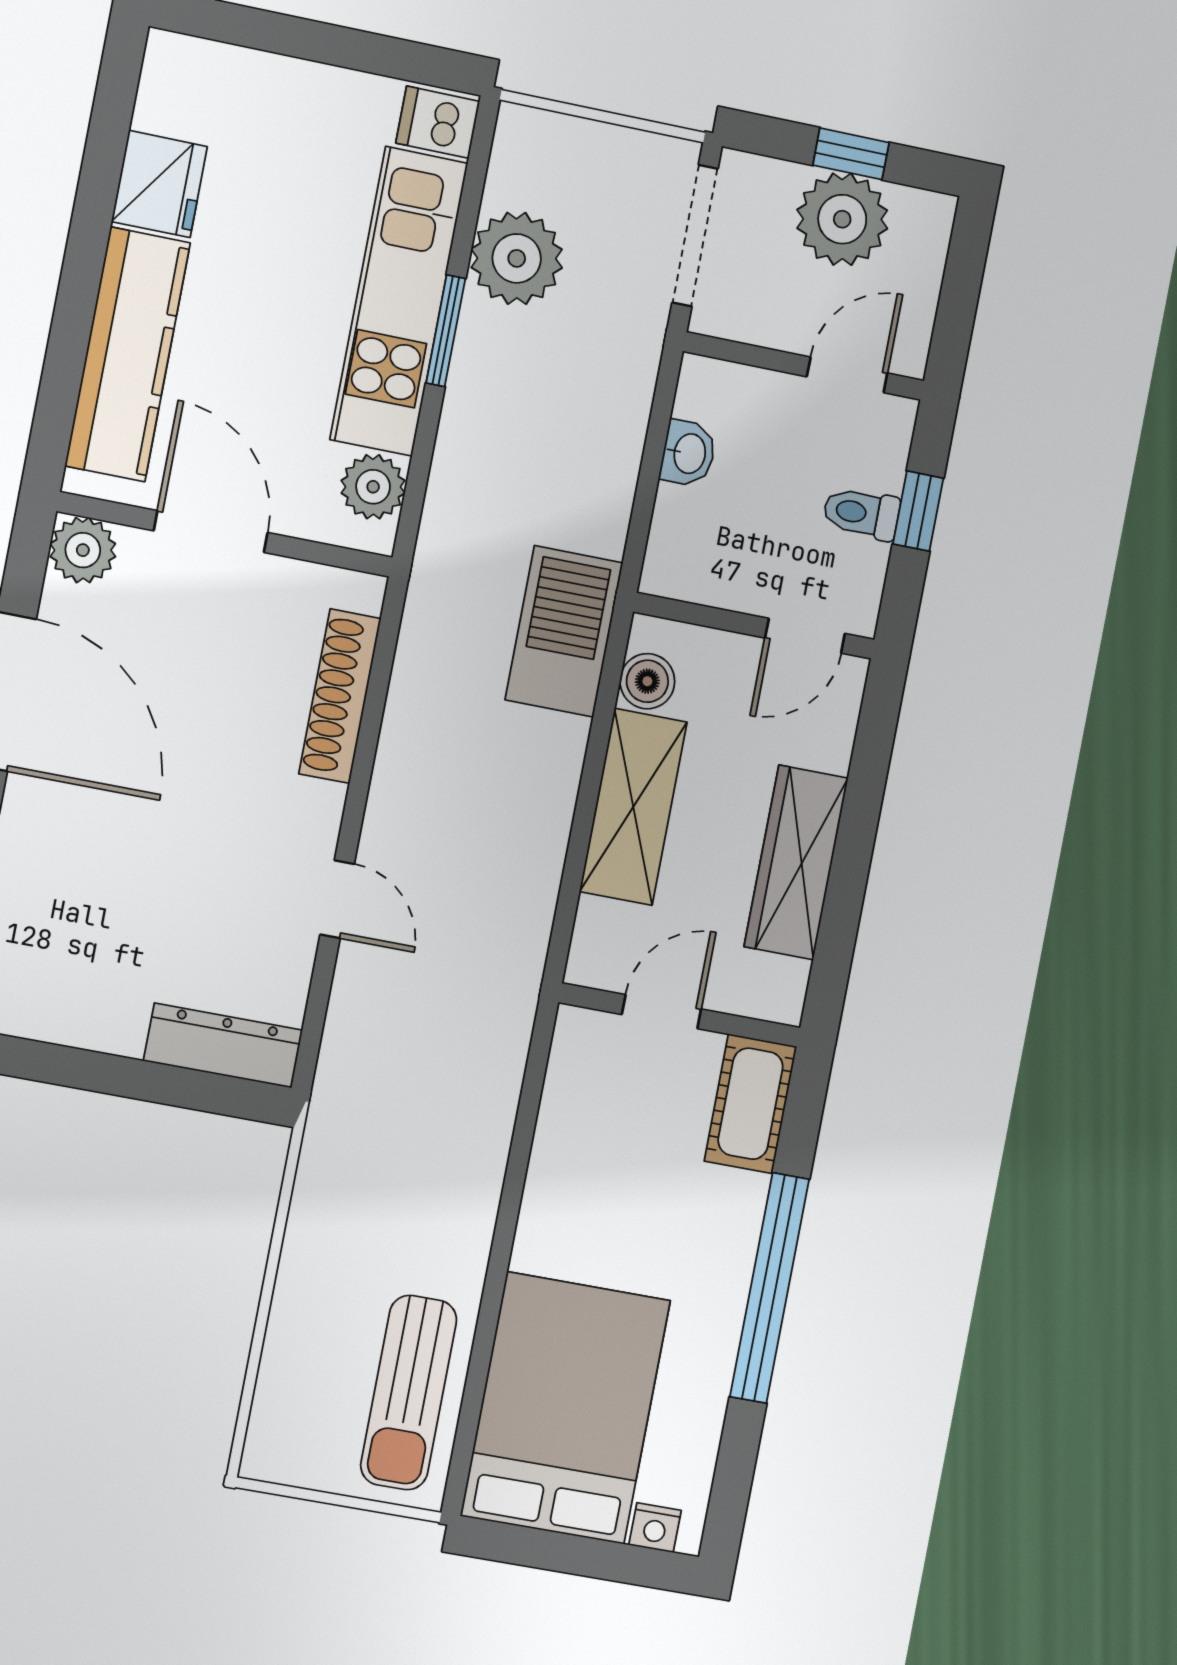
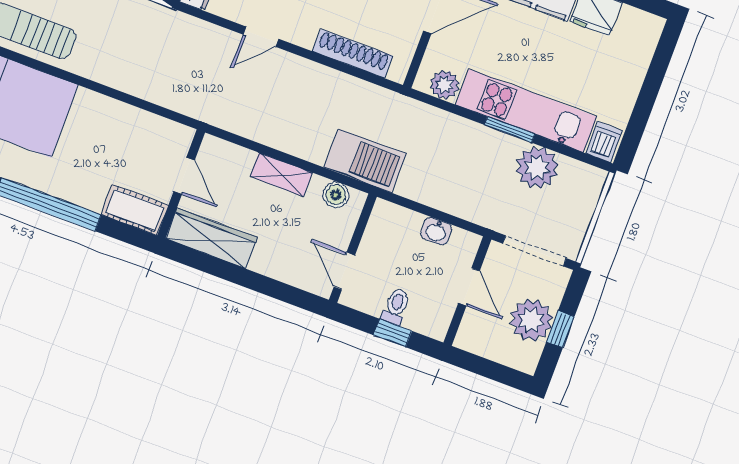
door: (847, 375) -> (469, 287), moved
shelving: (633, 807) -> (281, 175), width x0.67, depth x0.75
wardrobe: (796, 862) -> (211, 238), moved

